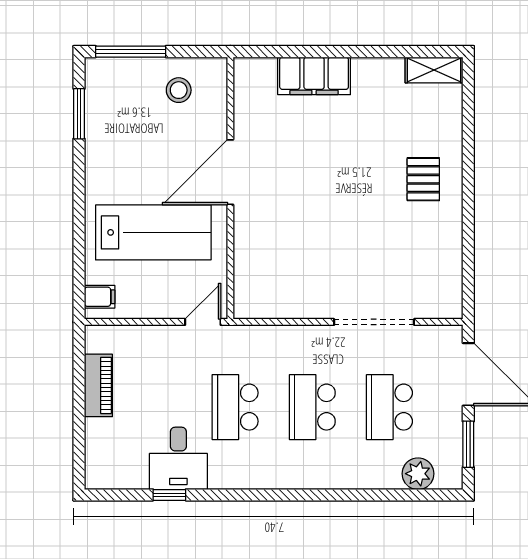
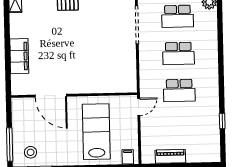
stool: (179, 90) -> (31, 152), moved
door: (230, 172) -> (51, 96), moved
door: (203, 322) -> (139, 107), swing flipped
desk: (178, 458) -> (205, 117), removed

